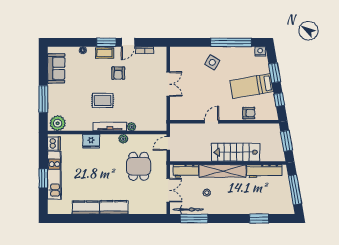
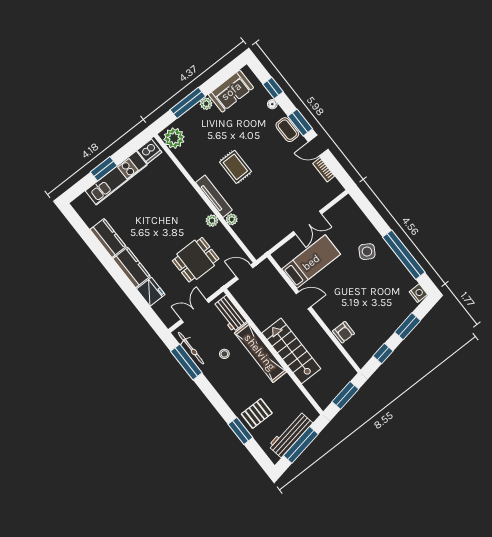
window: (74, 42) -> (273, 88), added
armchair: (118, 73) -> (277, 161), removed
bed: (252, 86) -> (311, 262), moved, turned 100
plant: (52, 89) -> (206, 104), added
fridge: (91, 141) -> (151, 292), moved, turned 180
workbench: (264, 171) -> (290, 434), moved, turned 80
double door: (168, 190) -> (195, 311), swing flipped
pallet: (256, 201) -> (257, 414), added

